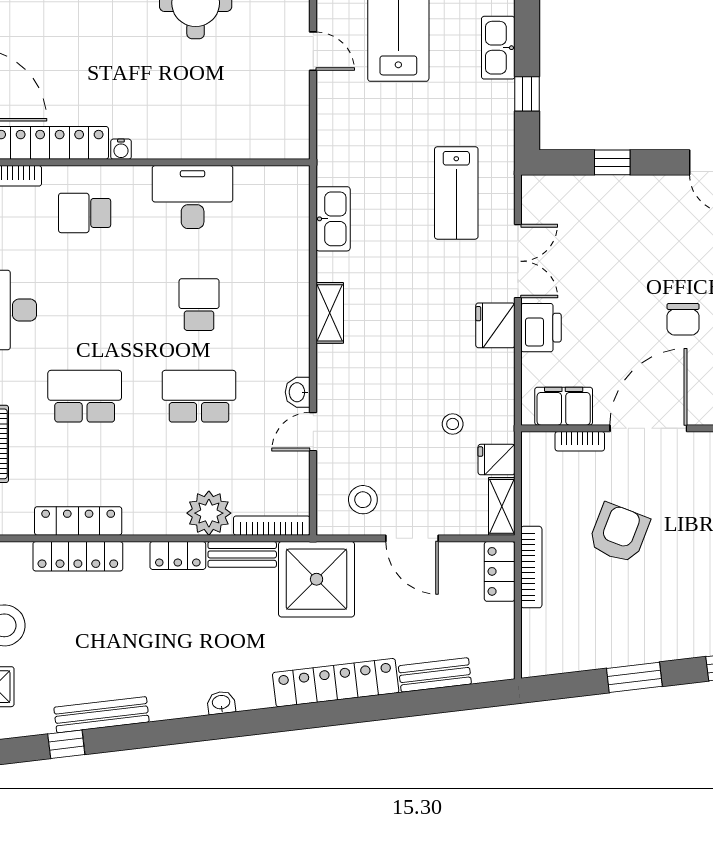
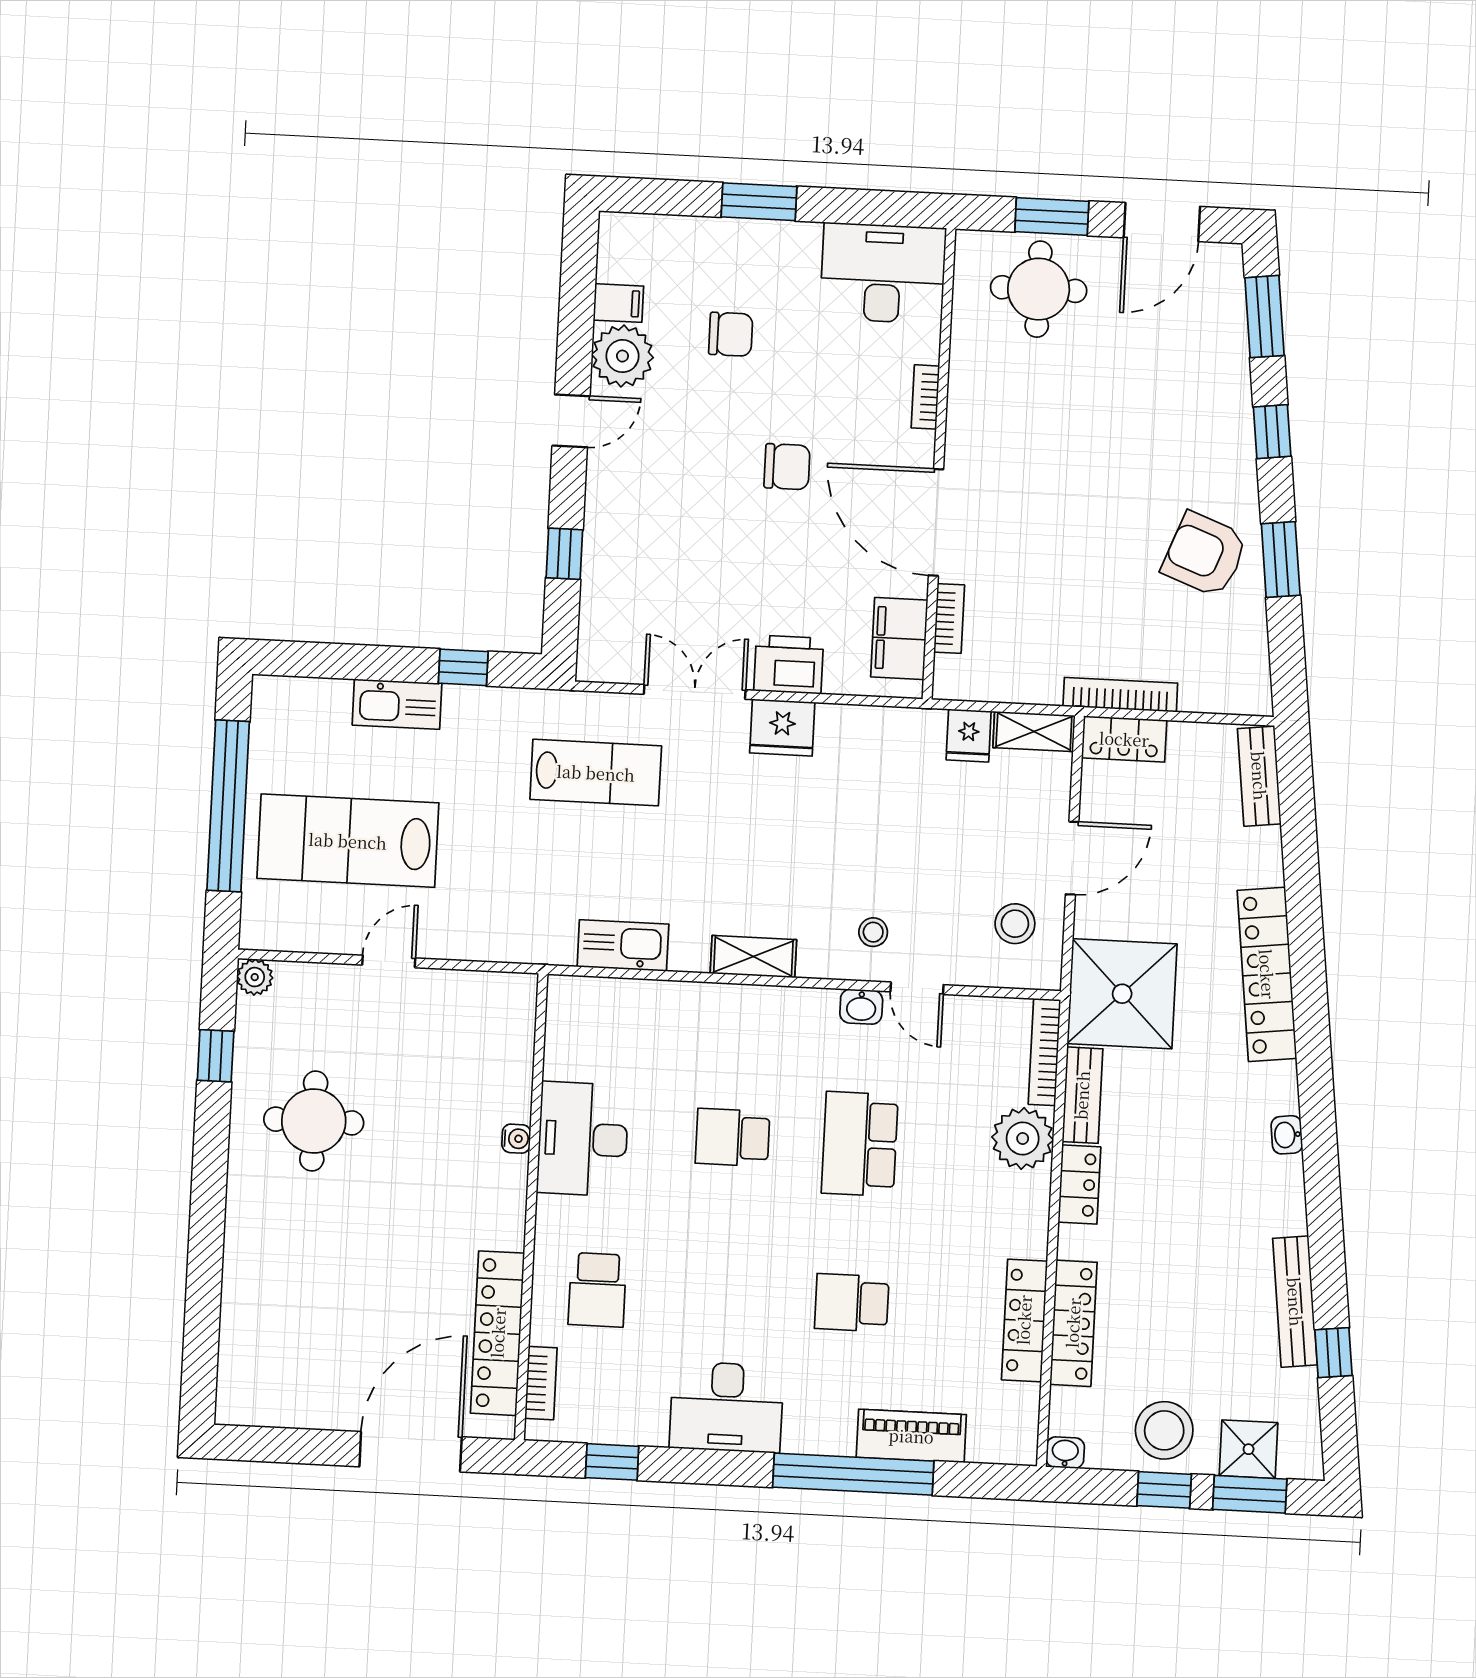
water cooler: (121, 149) -> (516, 1139), moved
school desk: (85, 396) -> (852, 1303), width x0.54
stool: (453, 424) -> (873, 932), moved
armchair: (619, 533) -> (1205, 555), moved
bench: (435, 675) -> (1259, 776), moved

